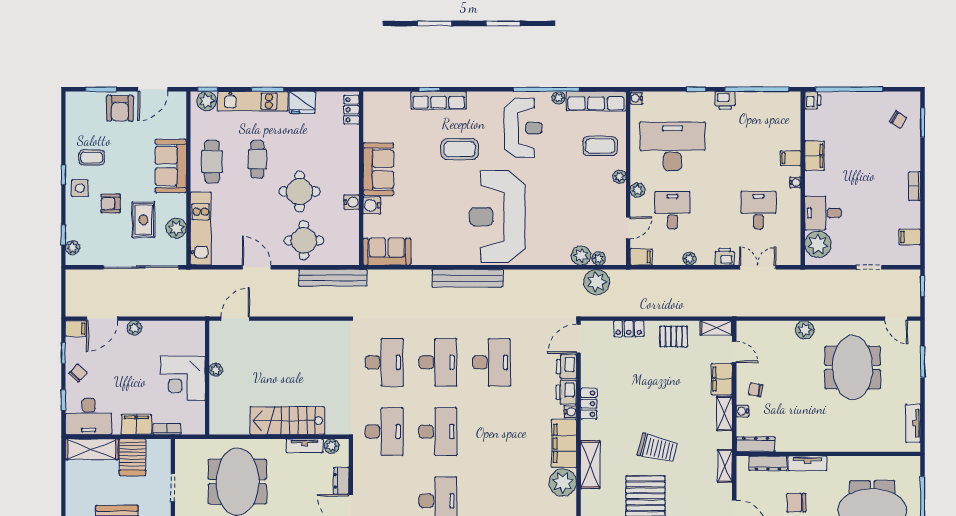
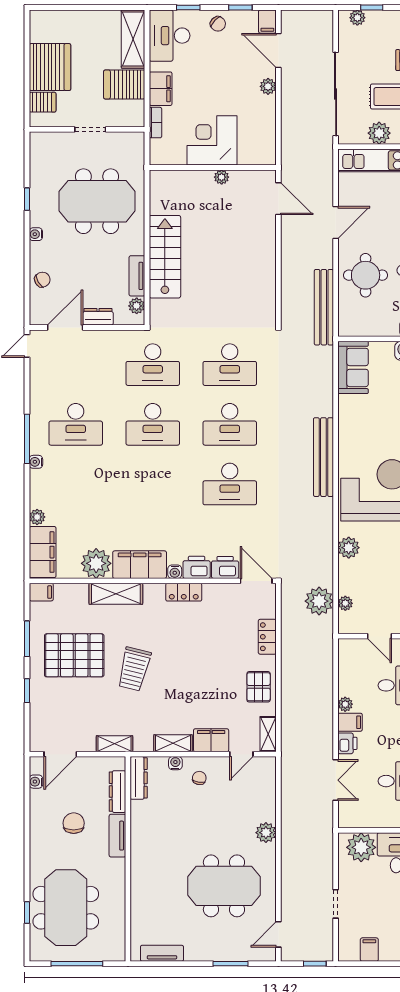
plant: (581, 256) -> (349, 548), moved
filing cabinet: (641, 257) -> (350, 722), moved, turned -90

